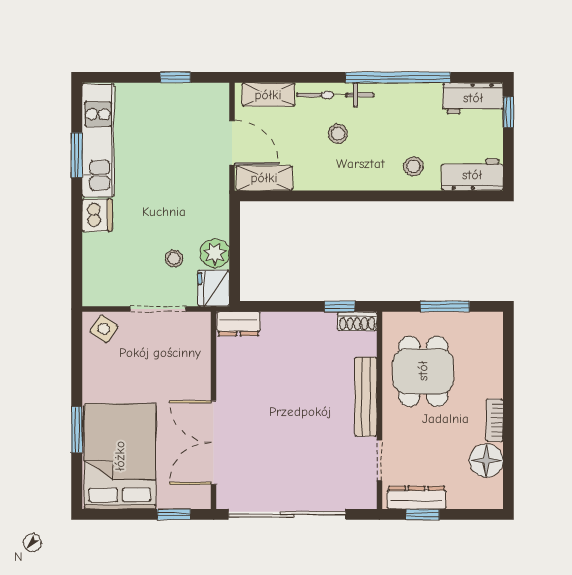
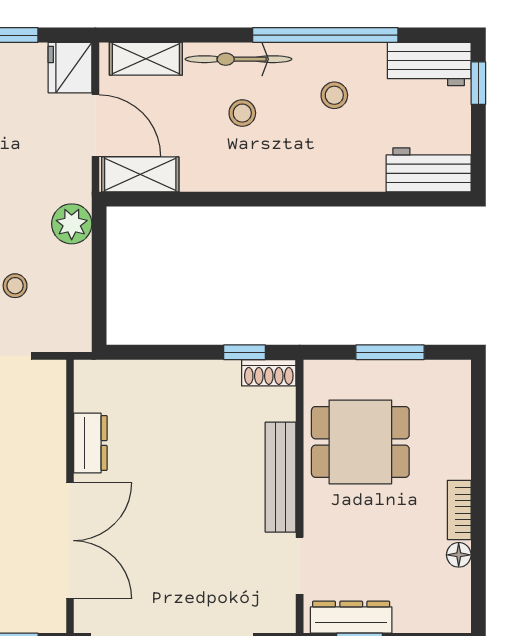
stool: (413, 166) -> (334, 95), moved
plant: (215, 253) -> (72, 224), moved
fridge: (214, 288) -> (70, 68), moved
dresser: (239, 324) -> (90, 443), moved, turned -90
dining table: (423, 371) -> (360, 442), turned 90
double door: (214, 442) -> (70, 541), swing flipped
floor lamp: (486, 461) -> (459, 555), width x0.53, depth x0.53

